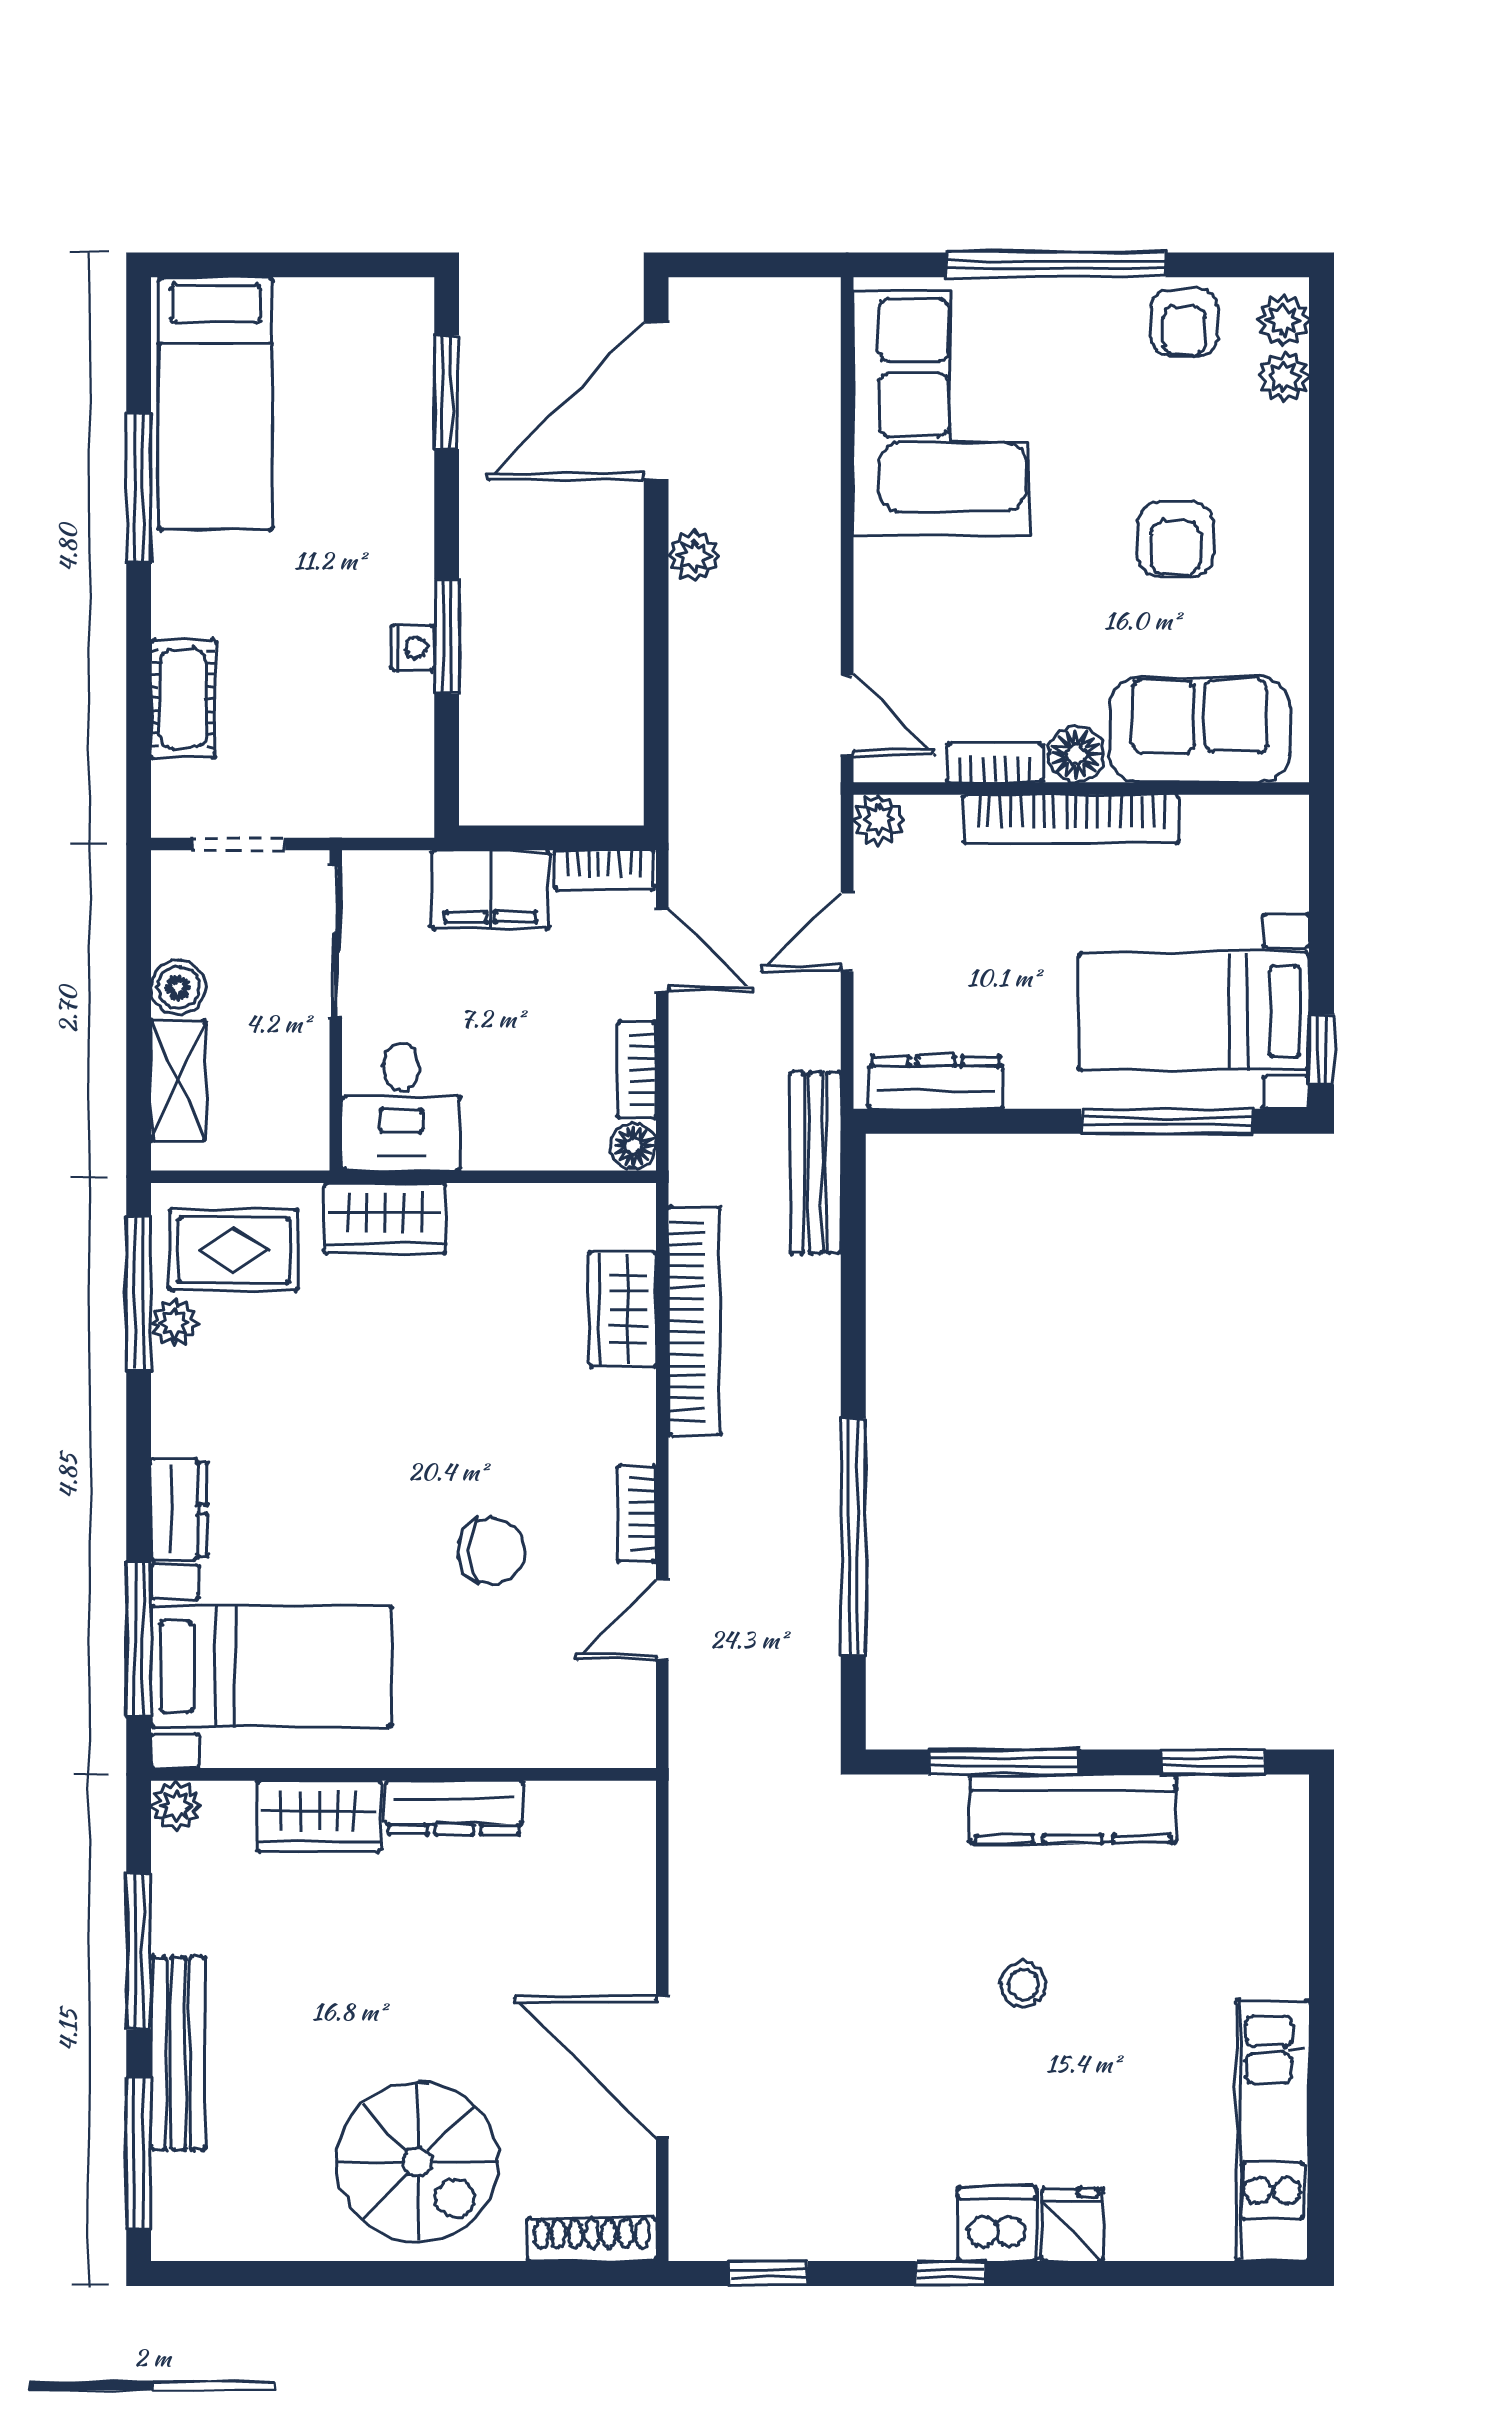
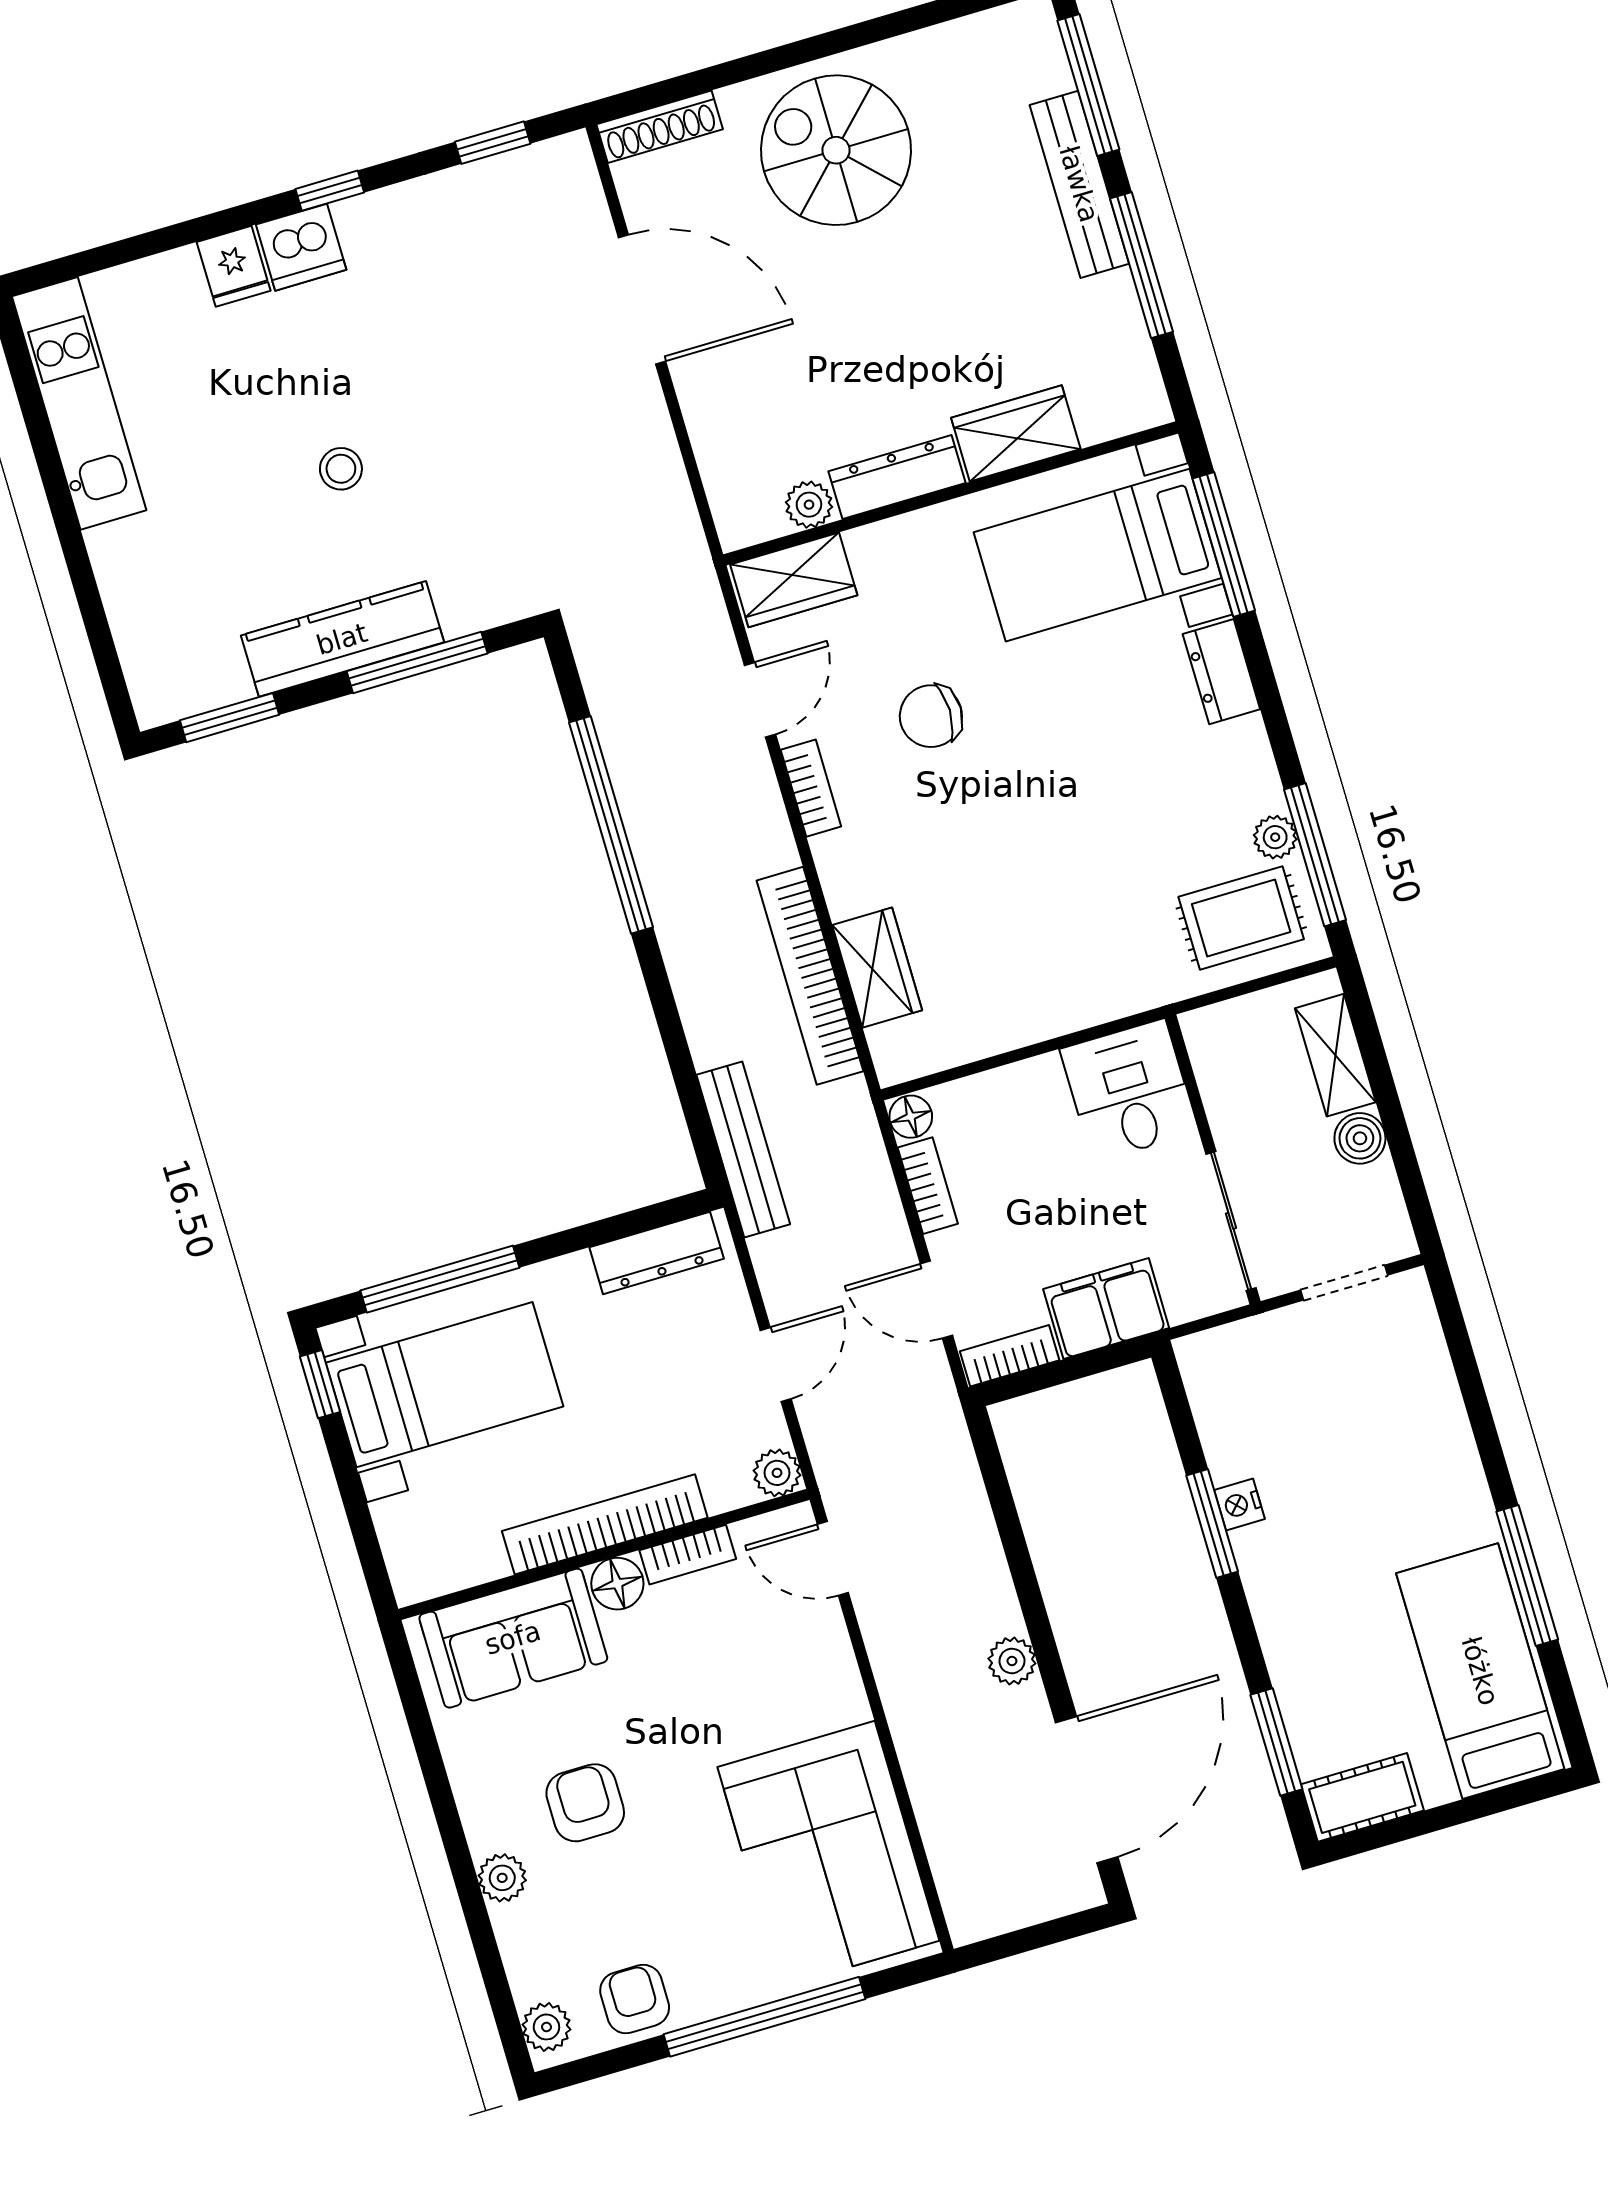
plant: (1284, 377) -> (502, 1878), moved
cot: (183, 699) -> (1362, 1797), moved, turned 90
wardrobe: (385, 1218) -> (794, 580), moved, turned 180
plant: (176, 1806) -> (809, 505), moved

